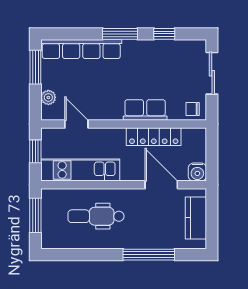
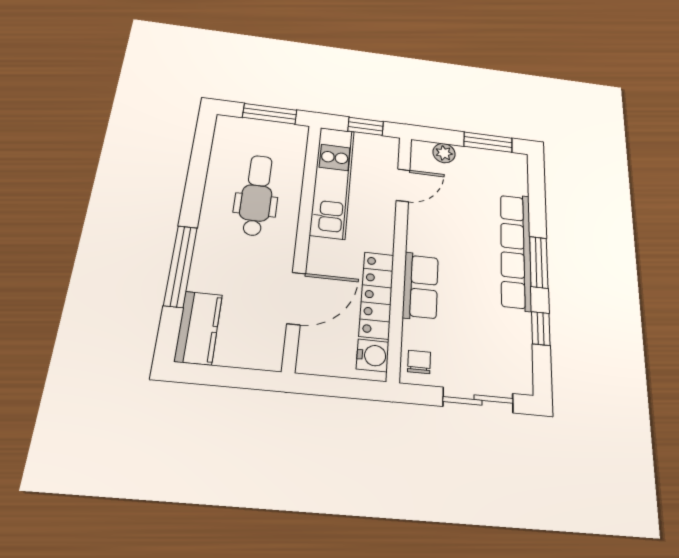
row of seats: (81, 49) -> (516, 251), moved
water cooler: (197, 172) -> (373, 355), moved, turned 180
kitchen counter: (196, 218) -> (198, 328), moved, turned 90

